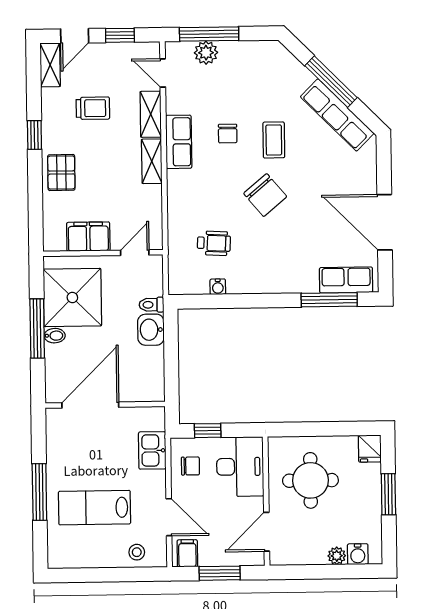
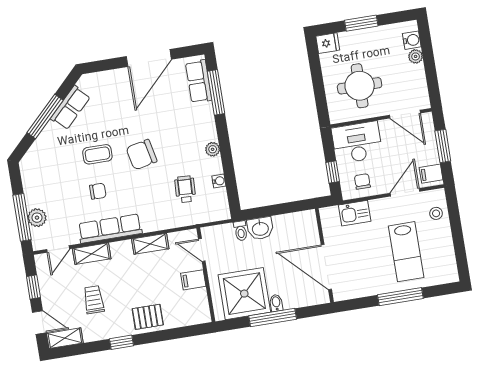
row of seats: (337, 115) -> (70, 108), width x0.68
row of seats: (179, 142) -> (110, 229), width x1.48
shelving: (152, 161) -> (150, 244), moved
chair: (265, 195) -> (142, 155), turned -152
filing cabinet: (88, 237) -> (193, 280), width x0.50
plant: (259, 285) -> (213, 149), added

